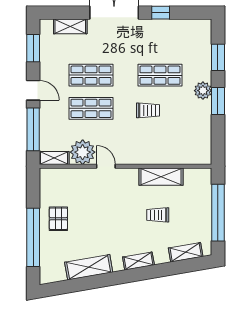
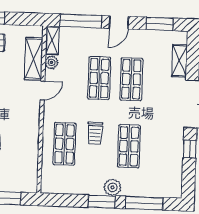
window: (218, 57) -> (144, 203), width x1.44
shop shelf: (160, 142) -> (64, 144), added
plant: (83, 152) -> (51, 62), width x0.53, depth x0.53
shelving: (161, 177) -> (34, 59), moved

